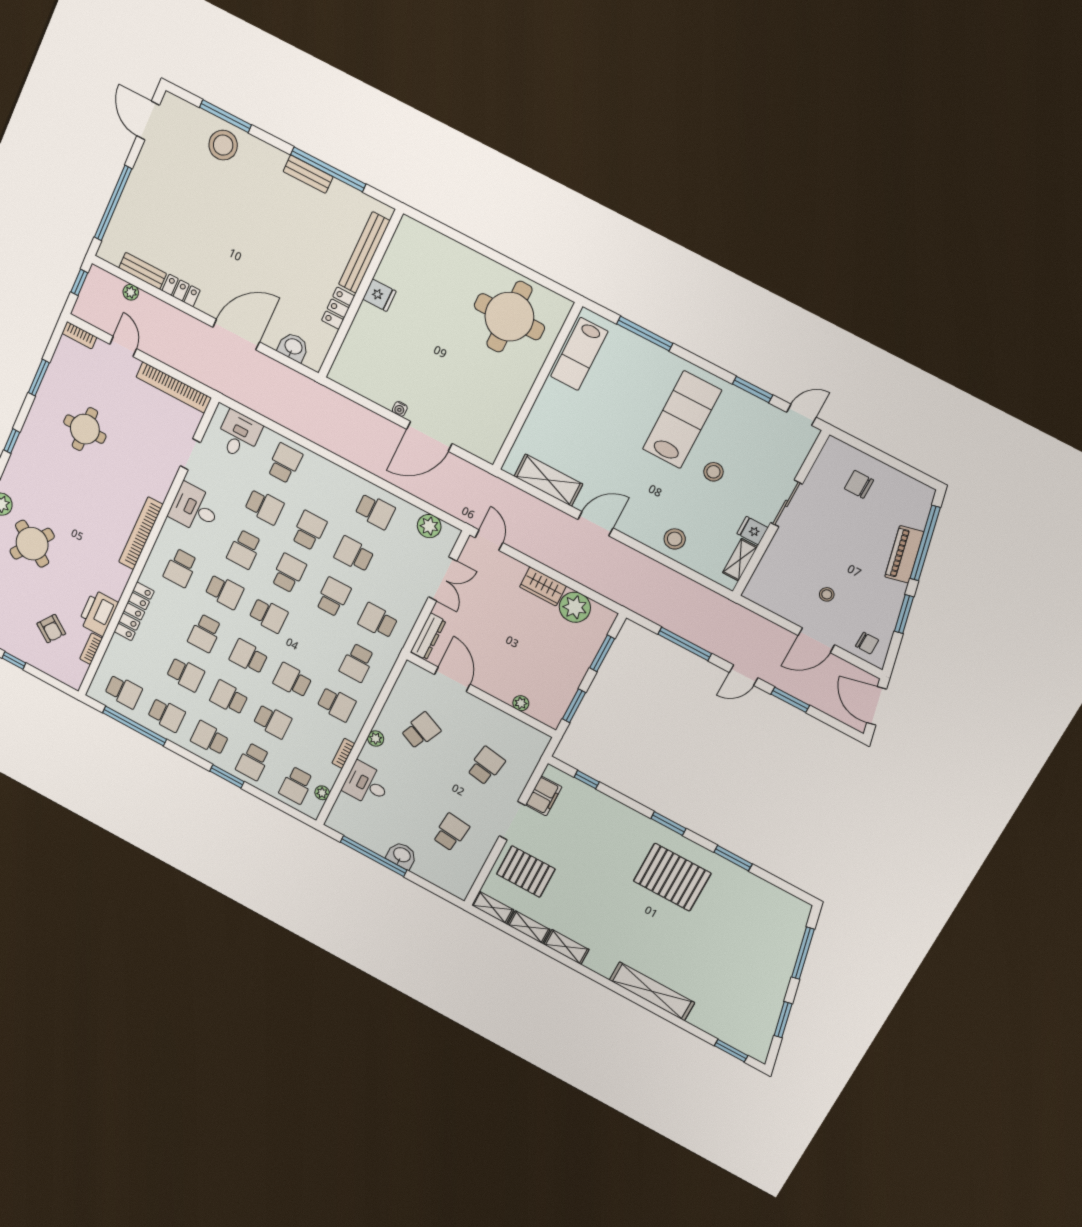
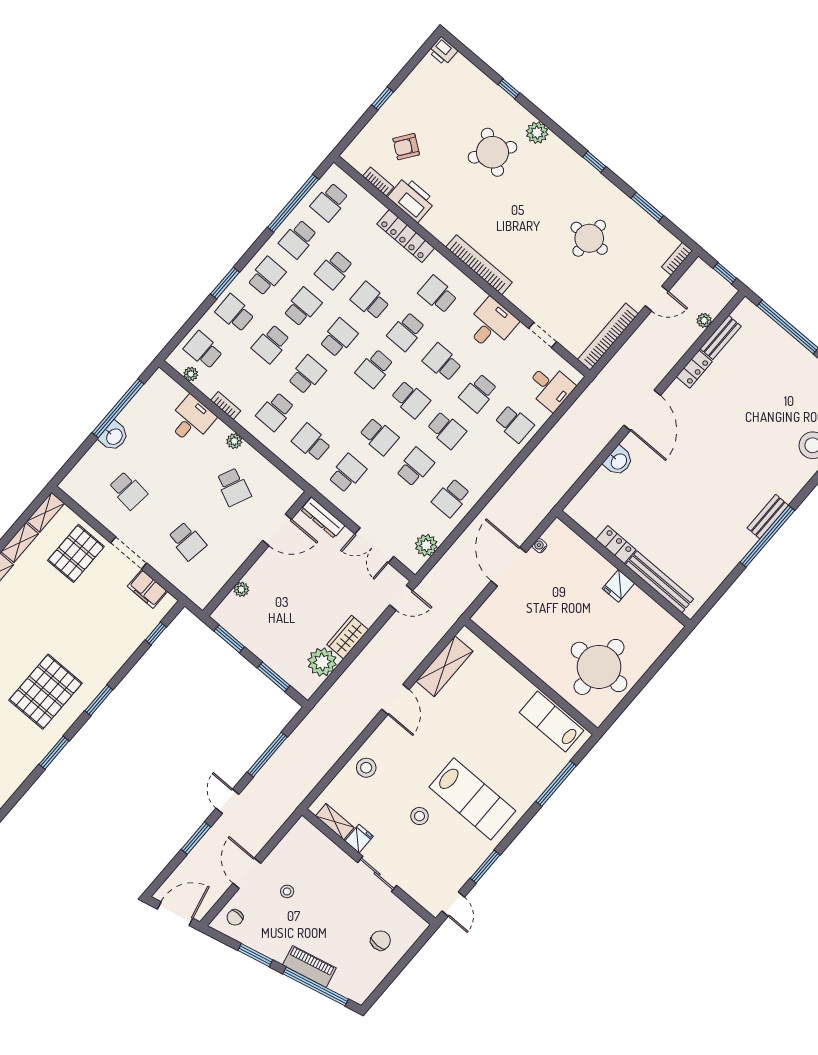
bench: (364, 253) -> (659, 582), moved
wall: (360, 294) -> (623, 568), moved
fridge: (379, 295) -> (618, 586), moved
locker: (338, 308) -> (616, 545), moved

